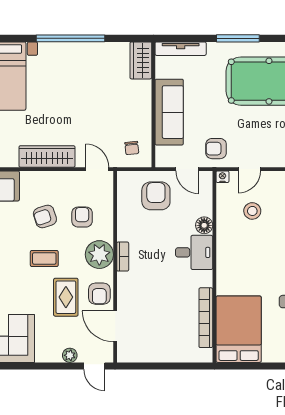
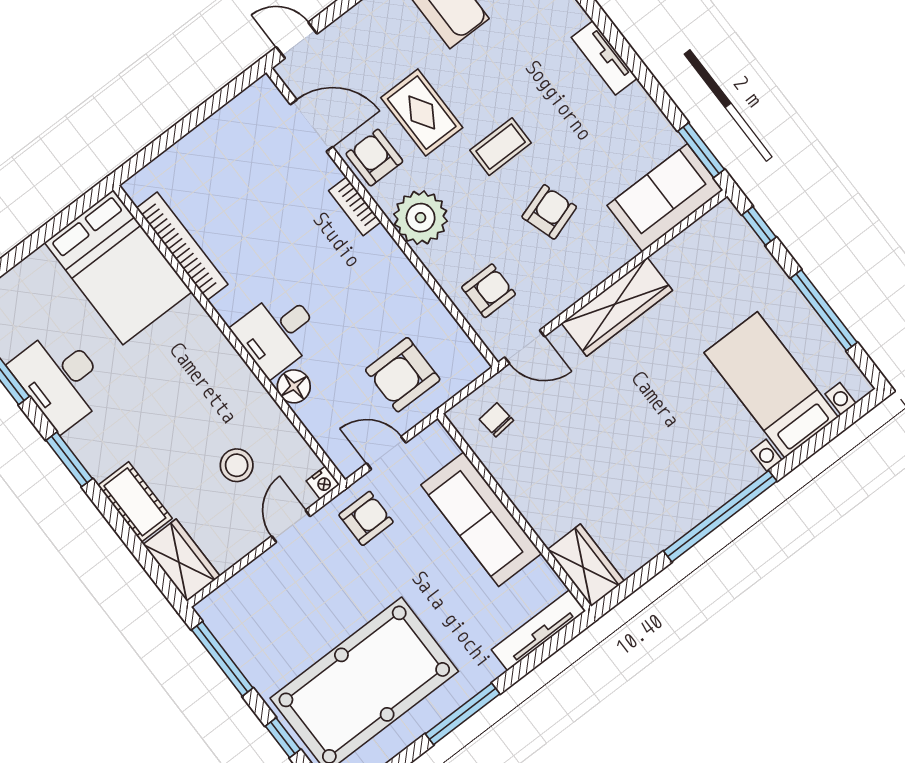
armchair: (156, 196) -> (403, 375), turned 90
armchair: (82, 217) -> (489, 291), moved, turned -90
bookcase: (123, 257) -> (355, 206), moved
plant: (70, 355) -> (347, 28), removed

